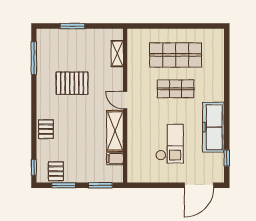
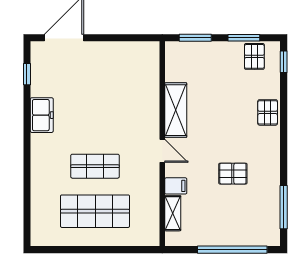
window: (73, 26) -> (232, 250), width x2.11
pallet: (72, 83) -> (233, 174), width x0.67, depth x0.71
freezer: (213, 127) -> (42, 115), width x0.52, depth x0.79
checkout: (170, 144) -> (103, 93), removed
filing cabinet: (115, 159) -> (176, 186), moved

